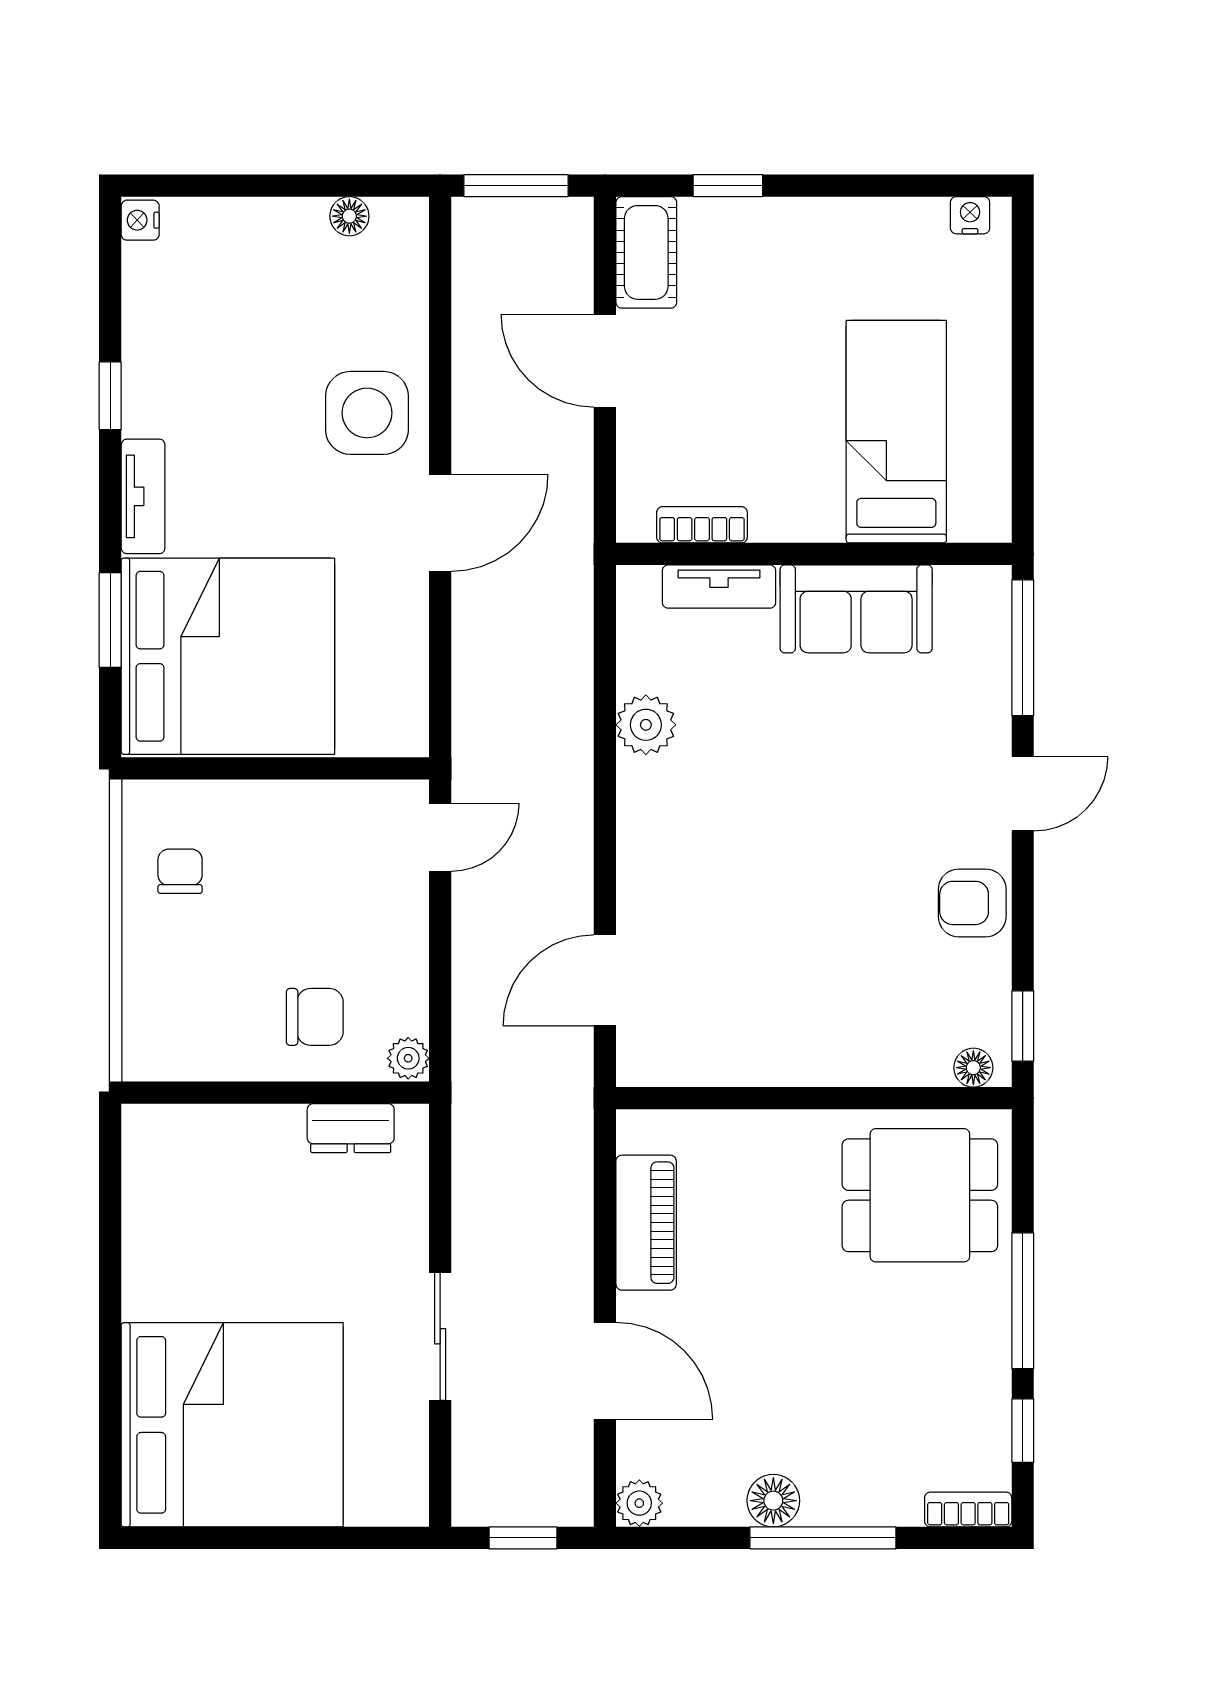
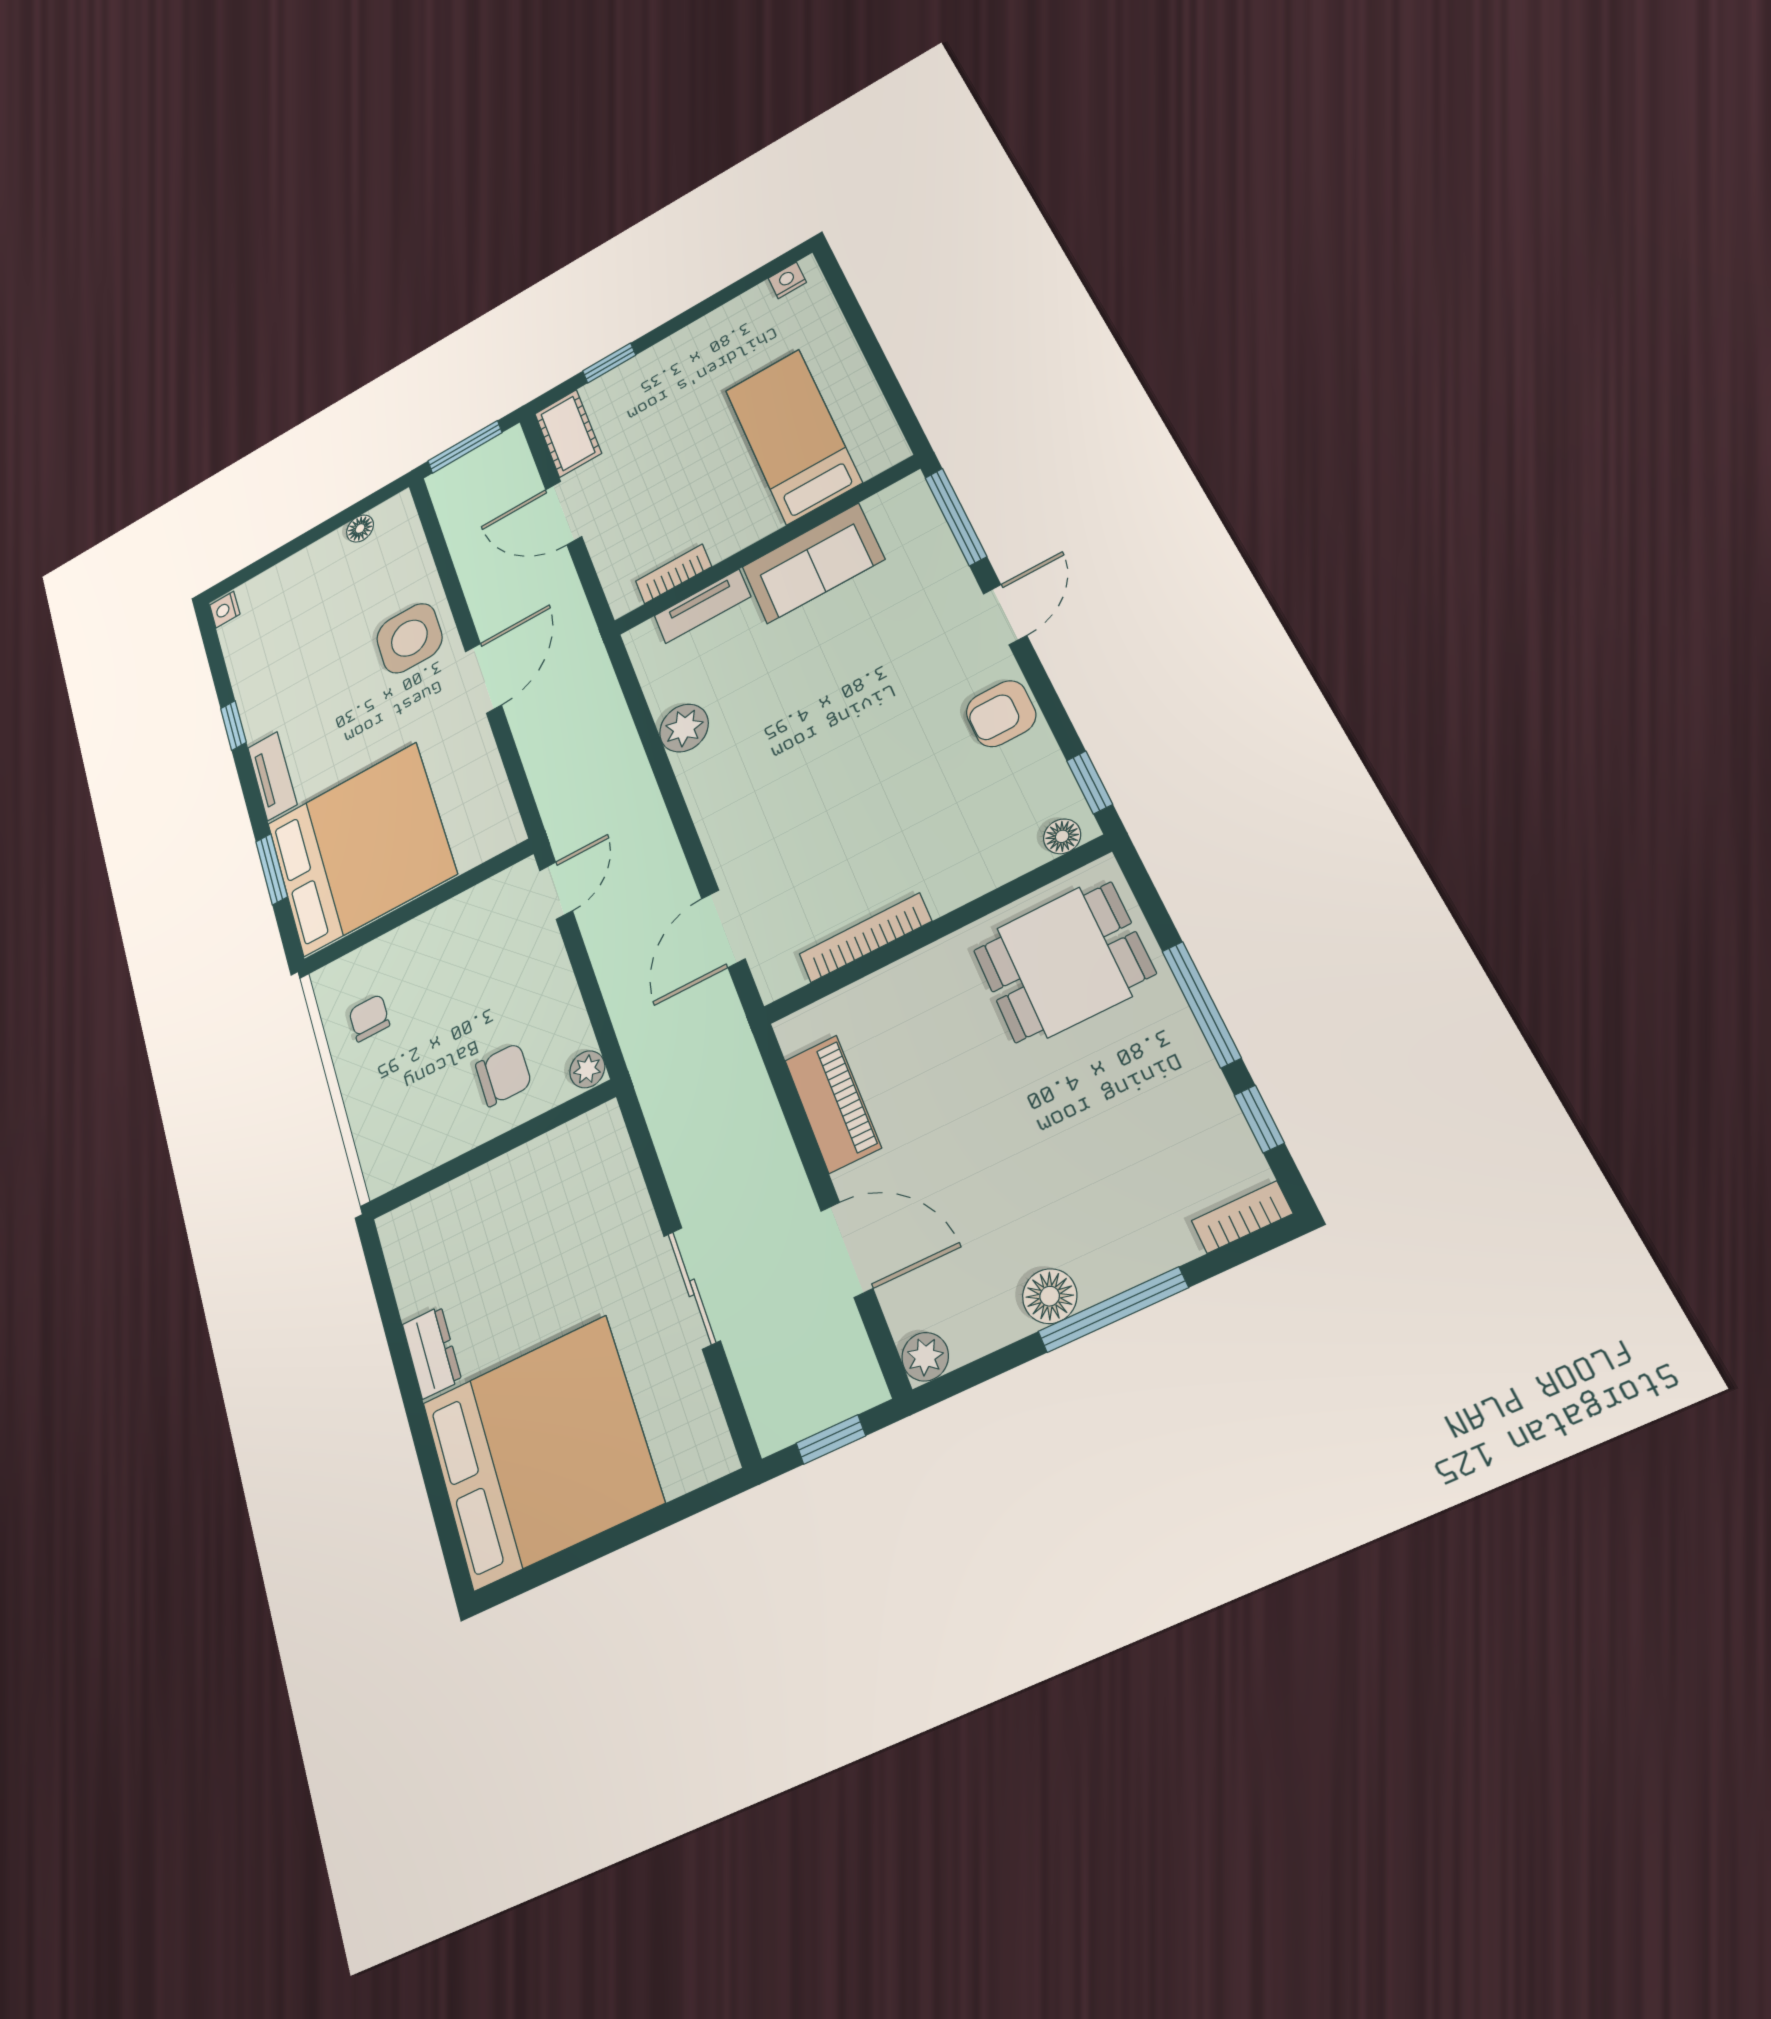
bookcase: (744, 1069) -> (865, 938), added
dresser: (351, 1128) -> (432, 1352), moved, turned -90

